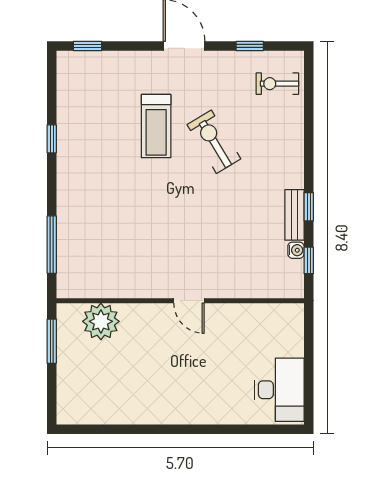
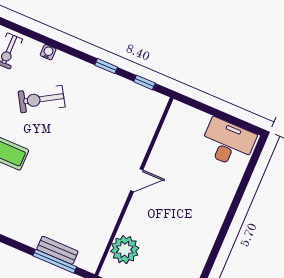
exercise bike: (214, 142) -> (42, 99), moved
bench: (294, 215) -> (57, 250), moved
water cooler: (296, 250) -> (48, 52), moved

